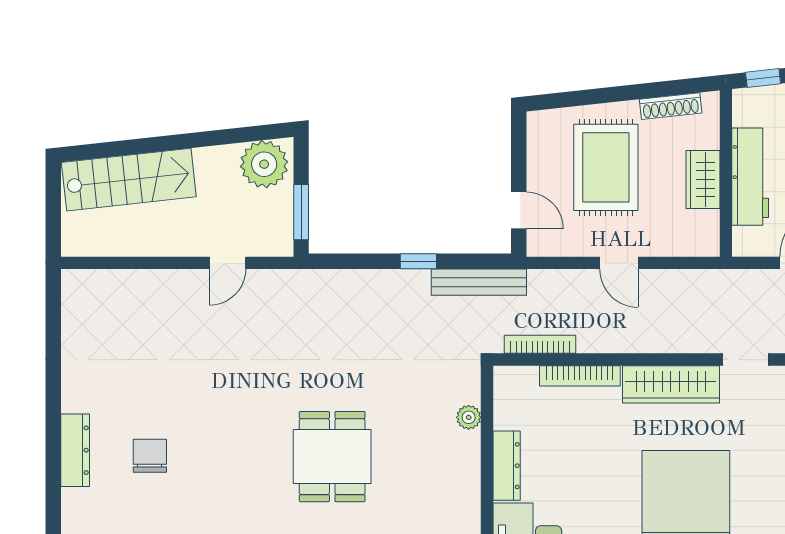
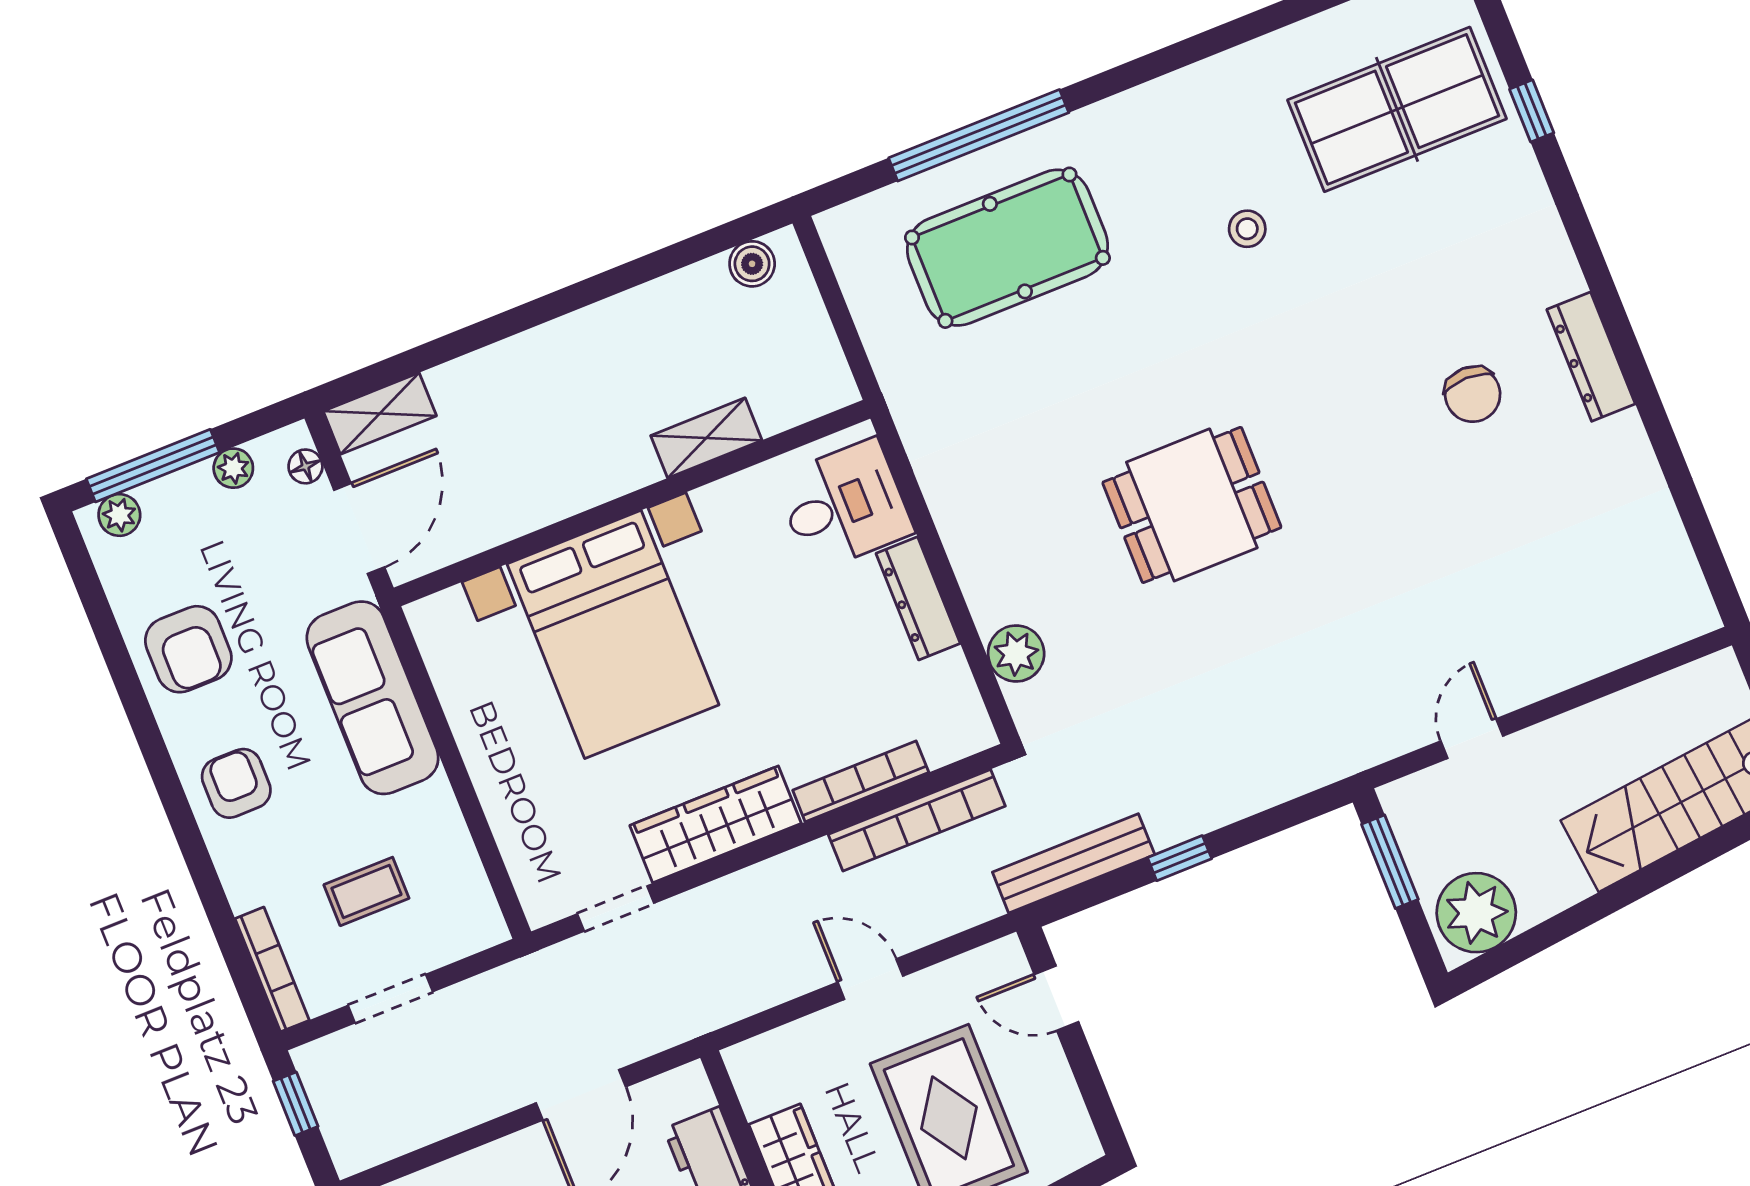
bookcase: (540, 344) -> (917, 820), width x1.48, depth x1.31
plant: (469, 417) -> (1016, 653), width x1.38, depth x1.38
dining table: (332, 457) -> (1192, 505), turned 90

